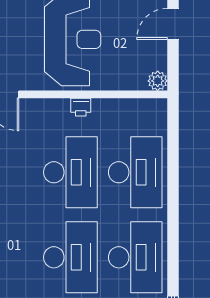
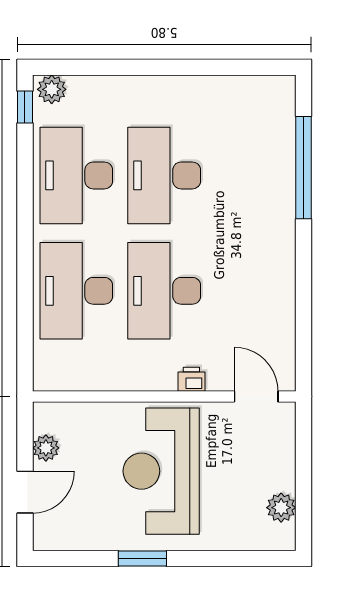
plant: (158, 81) -> (46, 448), moved
printer: (81, 107) -> (191, 379), moved

